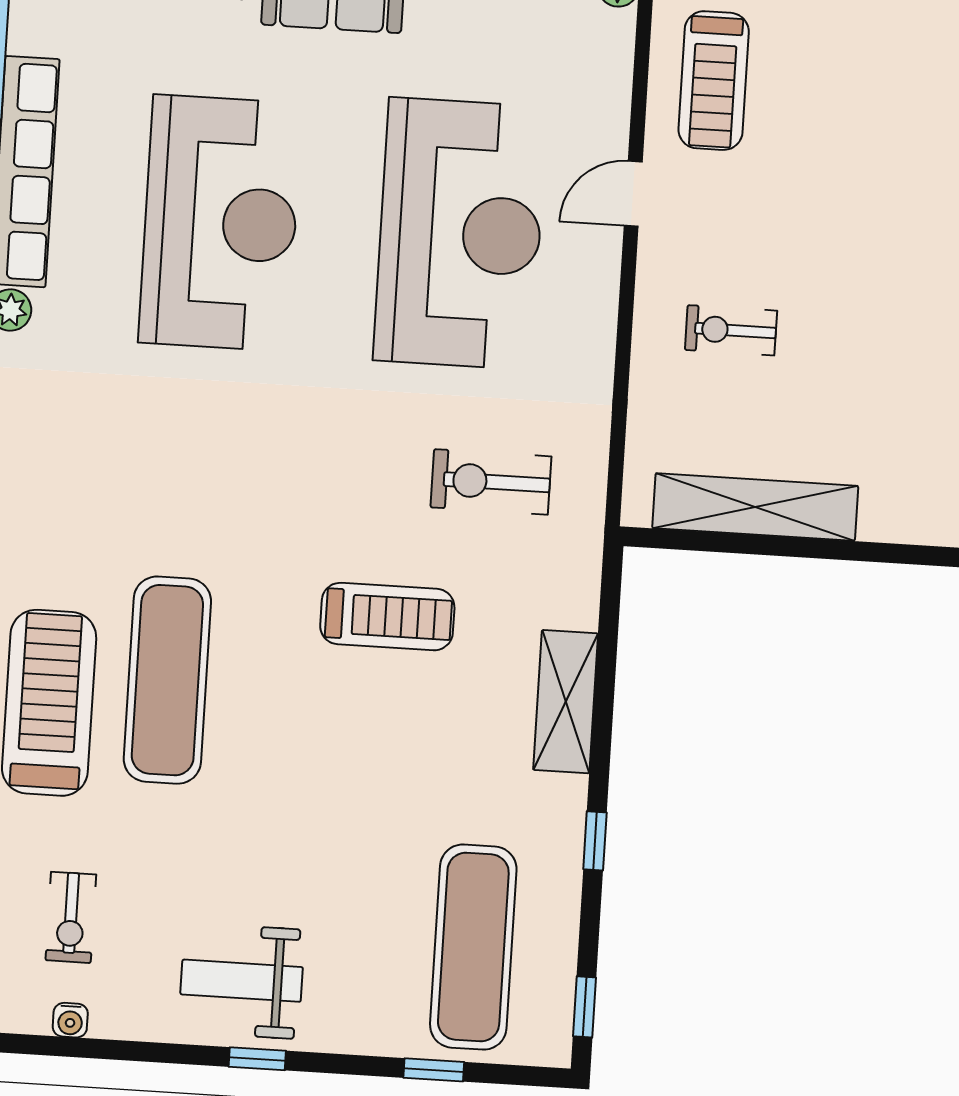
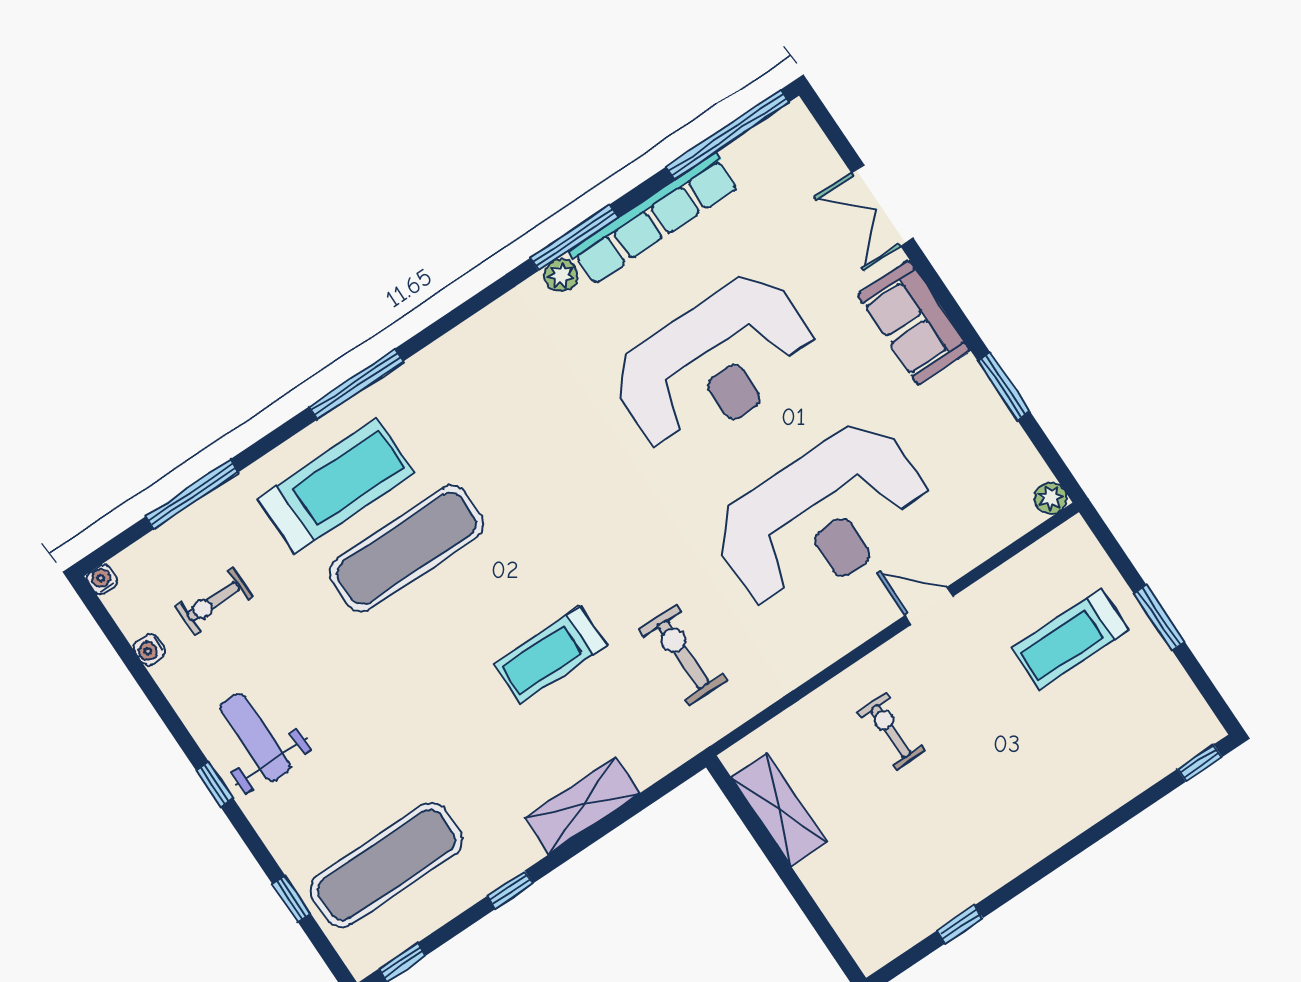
treadmill: (714, 81) -> (1070, 639), moved
shelving: (755, 507) -> (779, 809), width x0.68
treadmill: (387, 617) -> (550, 654), turned 90

